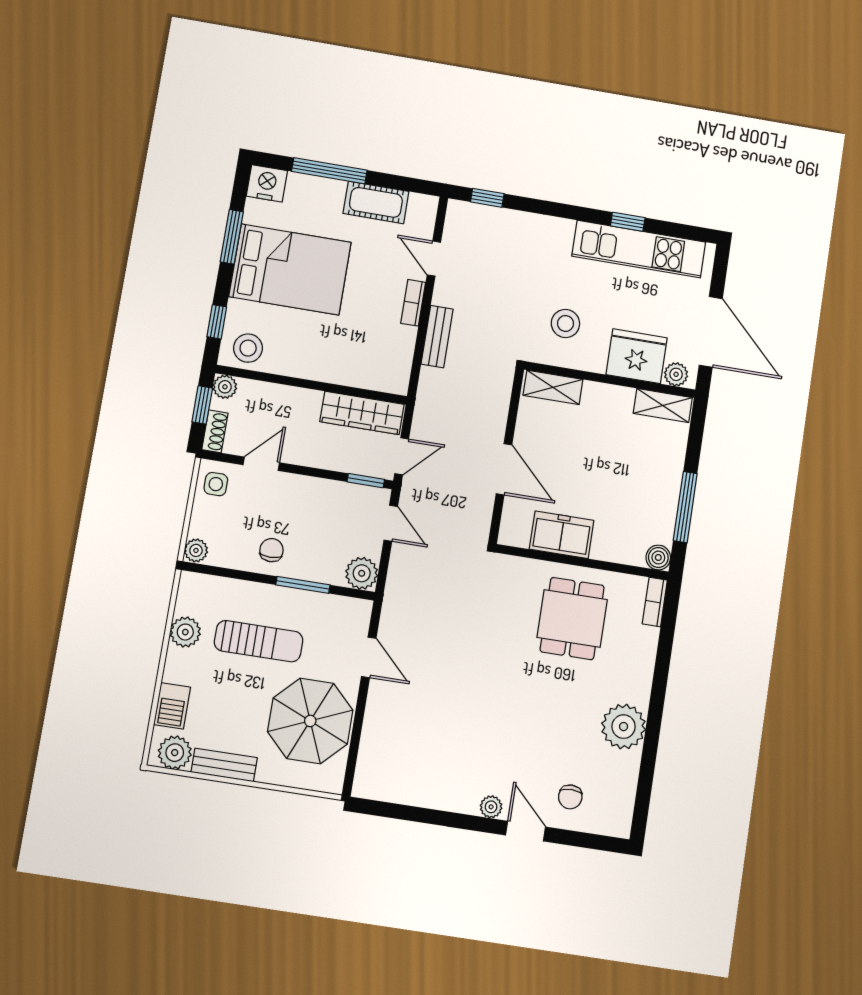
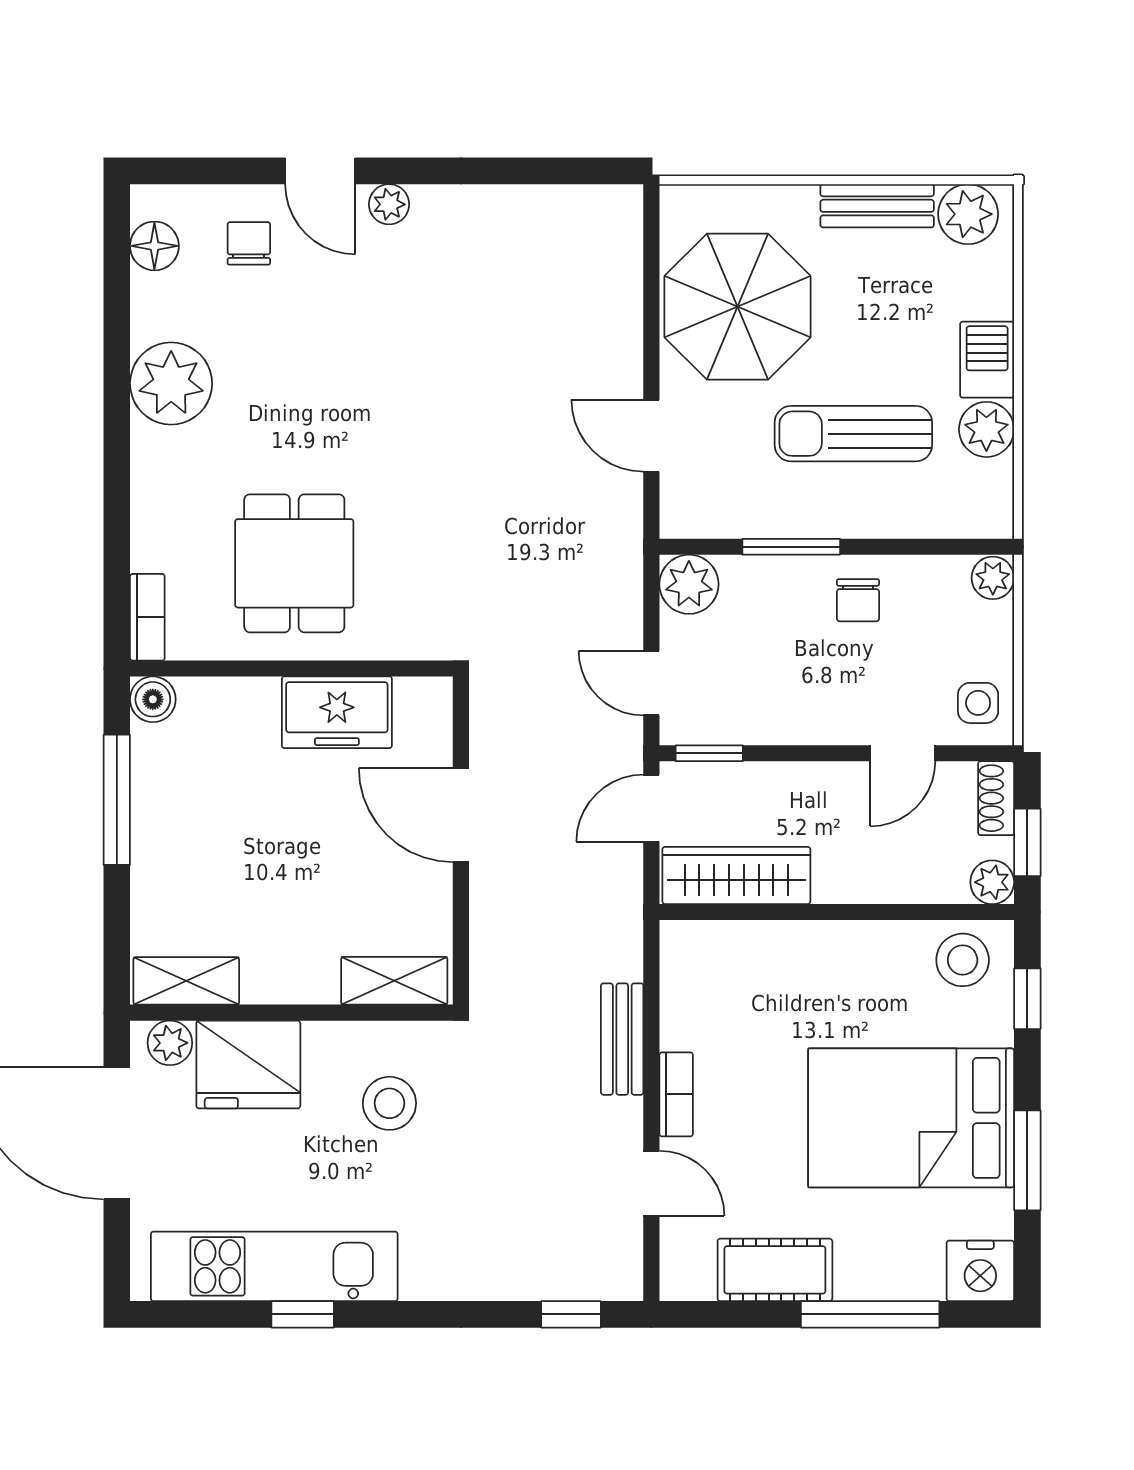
barbecue: (172, 706) -> (987, 360), moved
floor lamp: (621, 803) -> (154, 246), added

